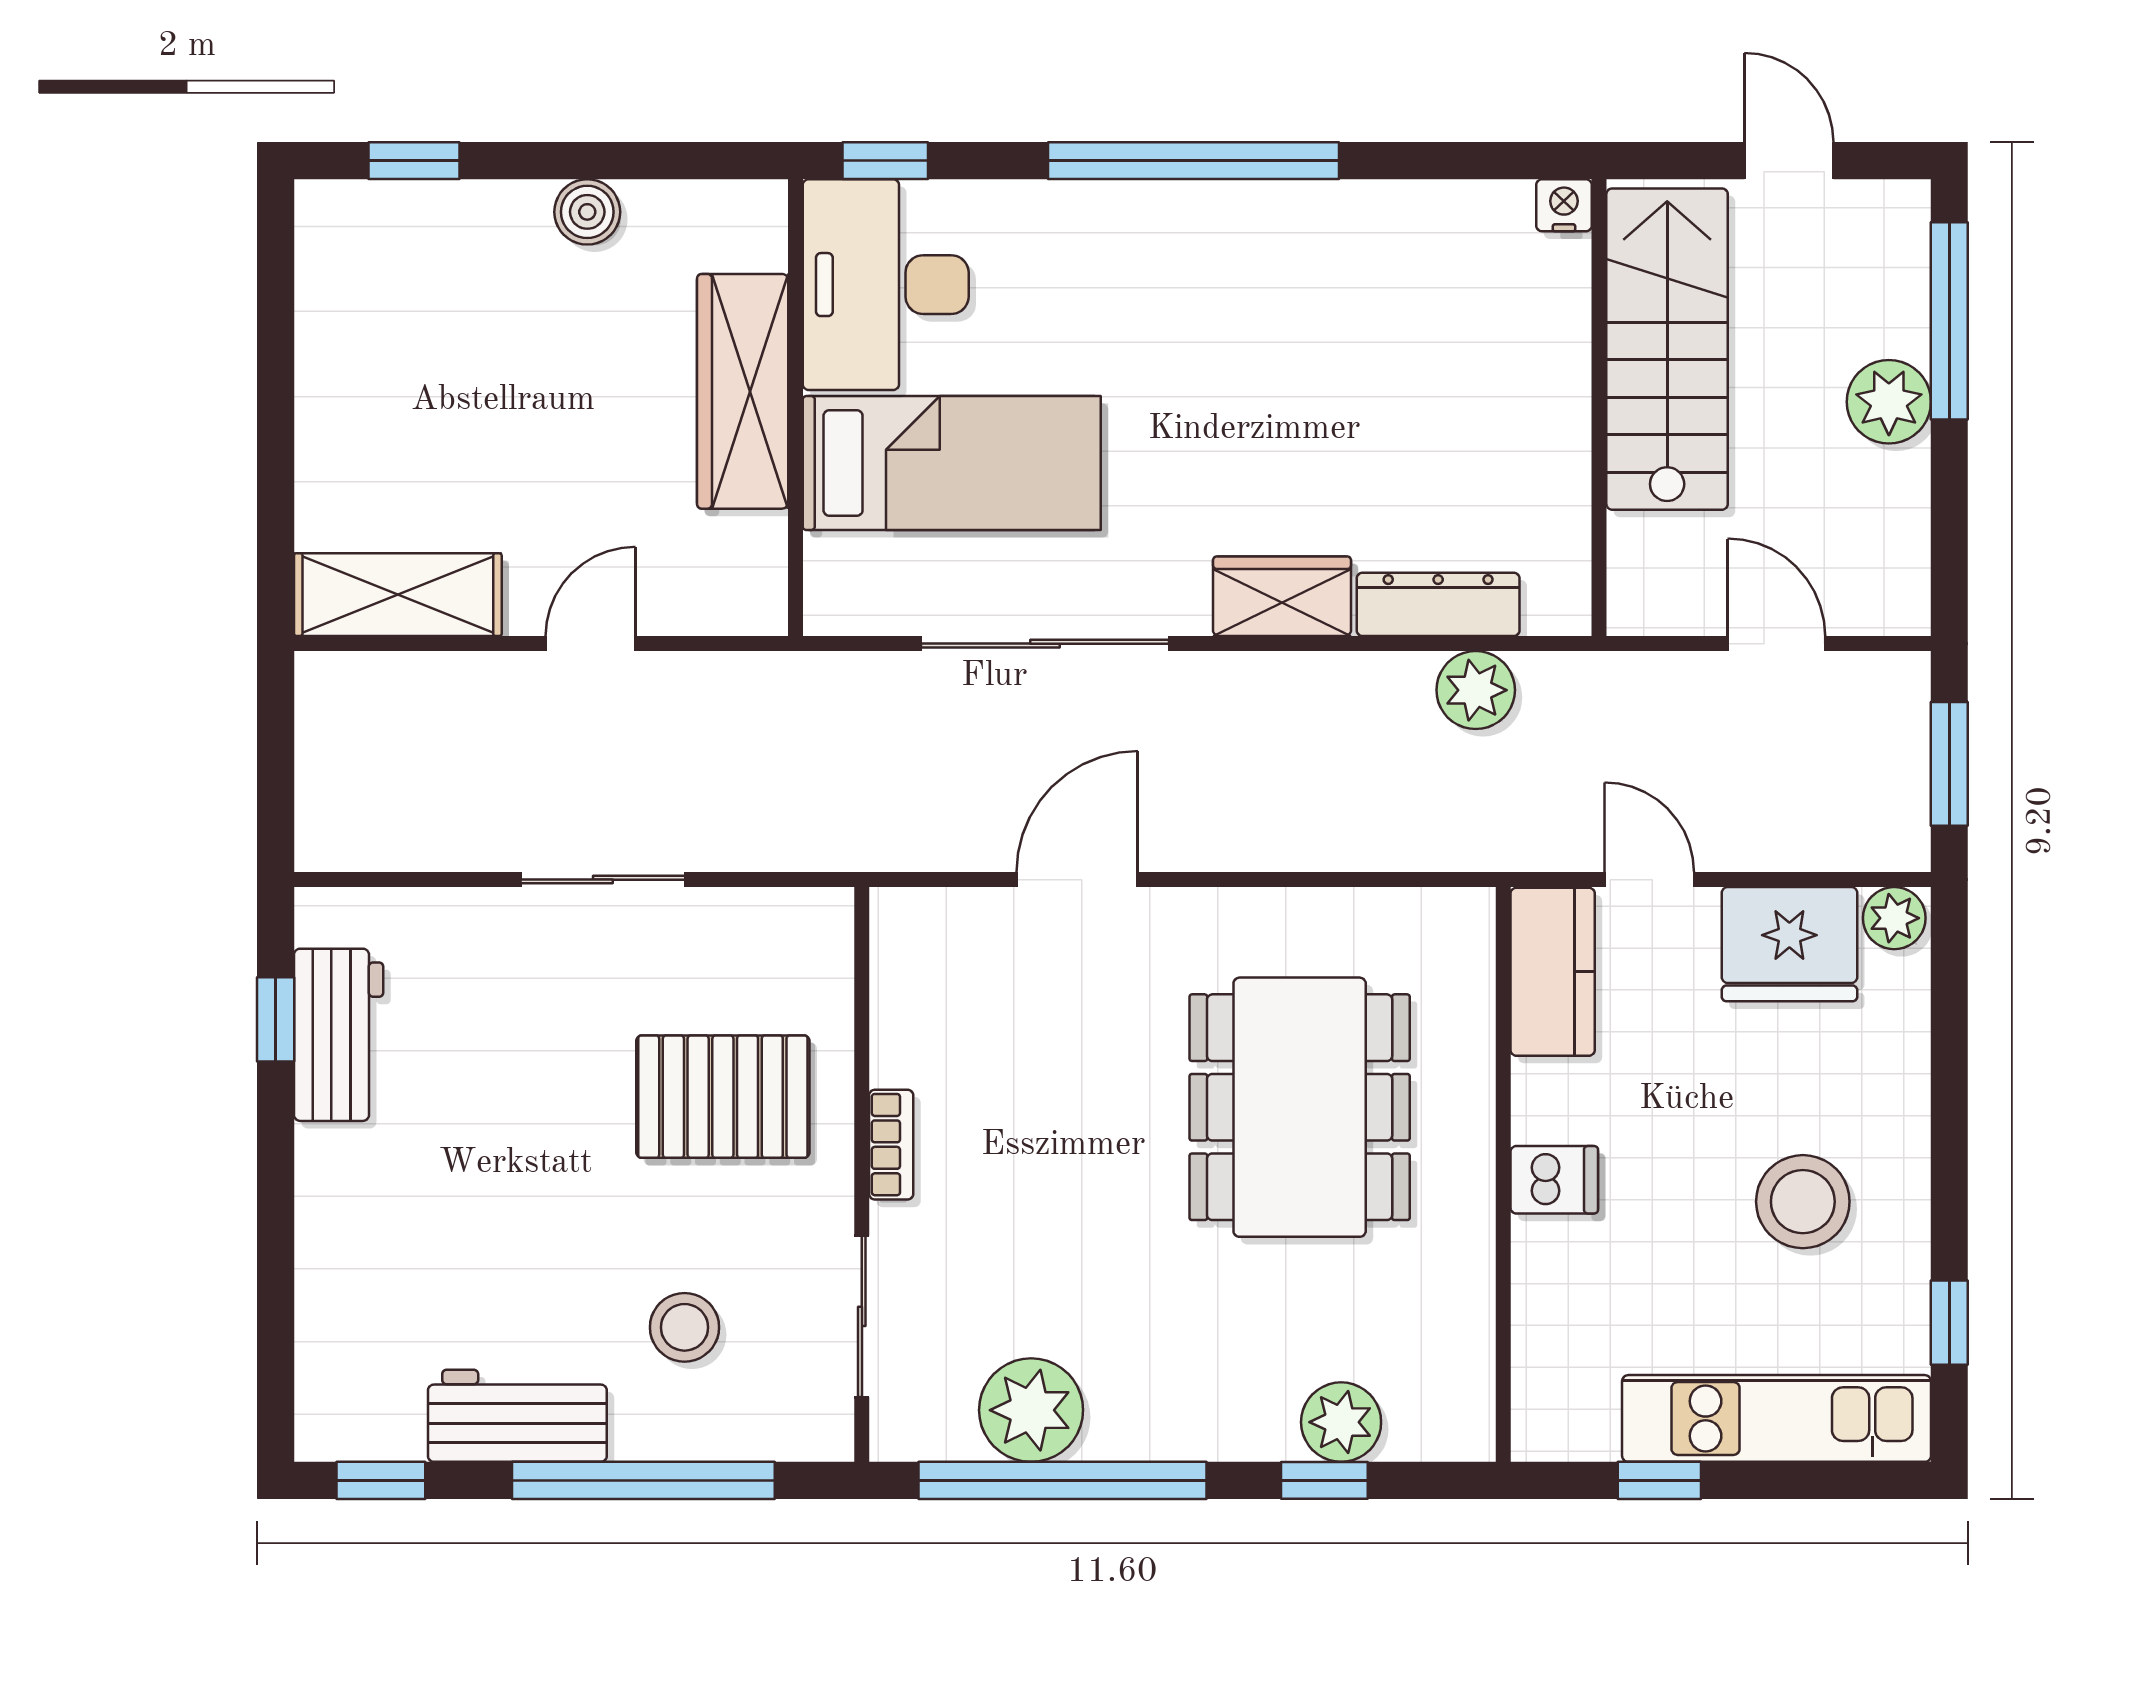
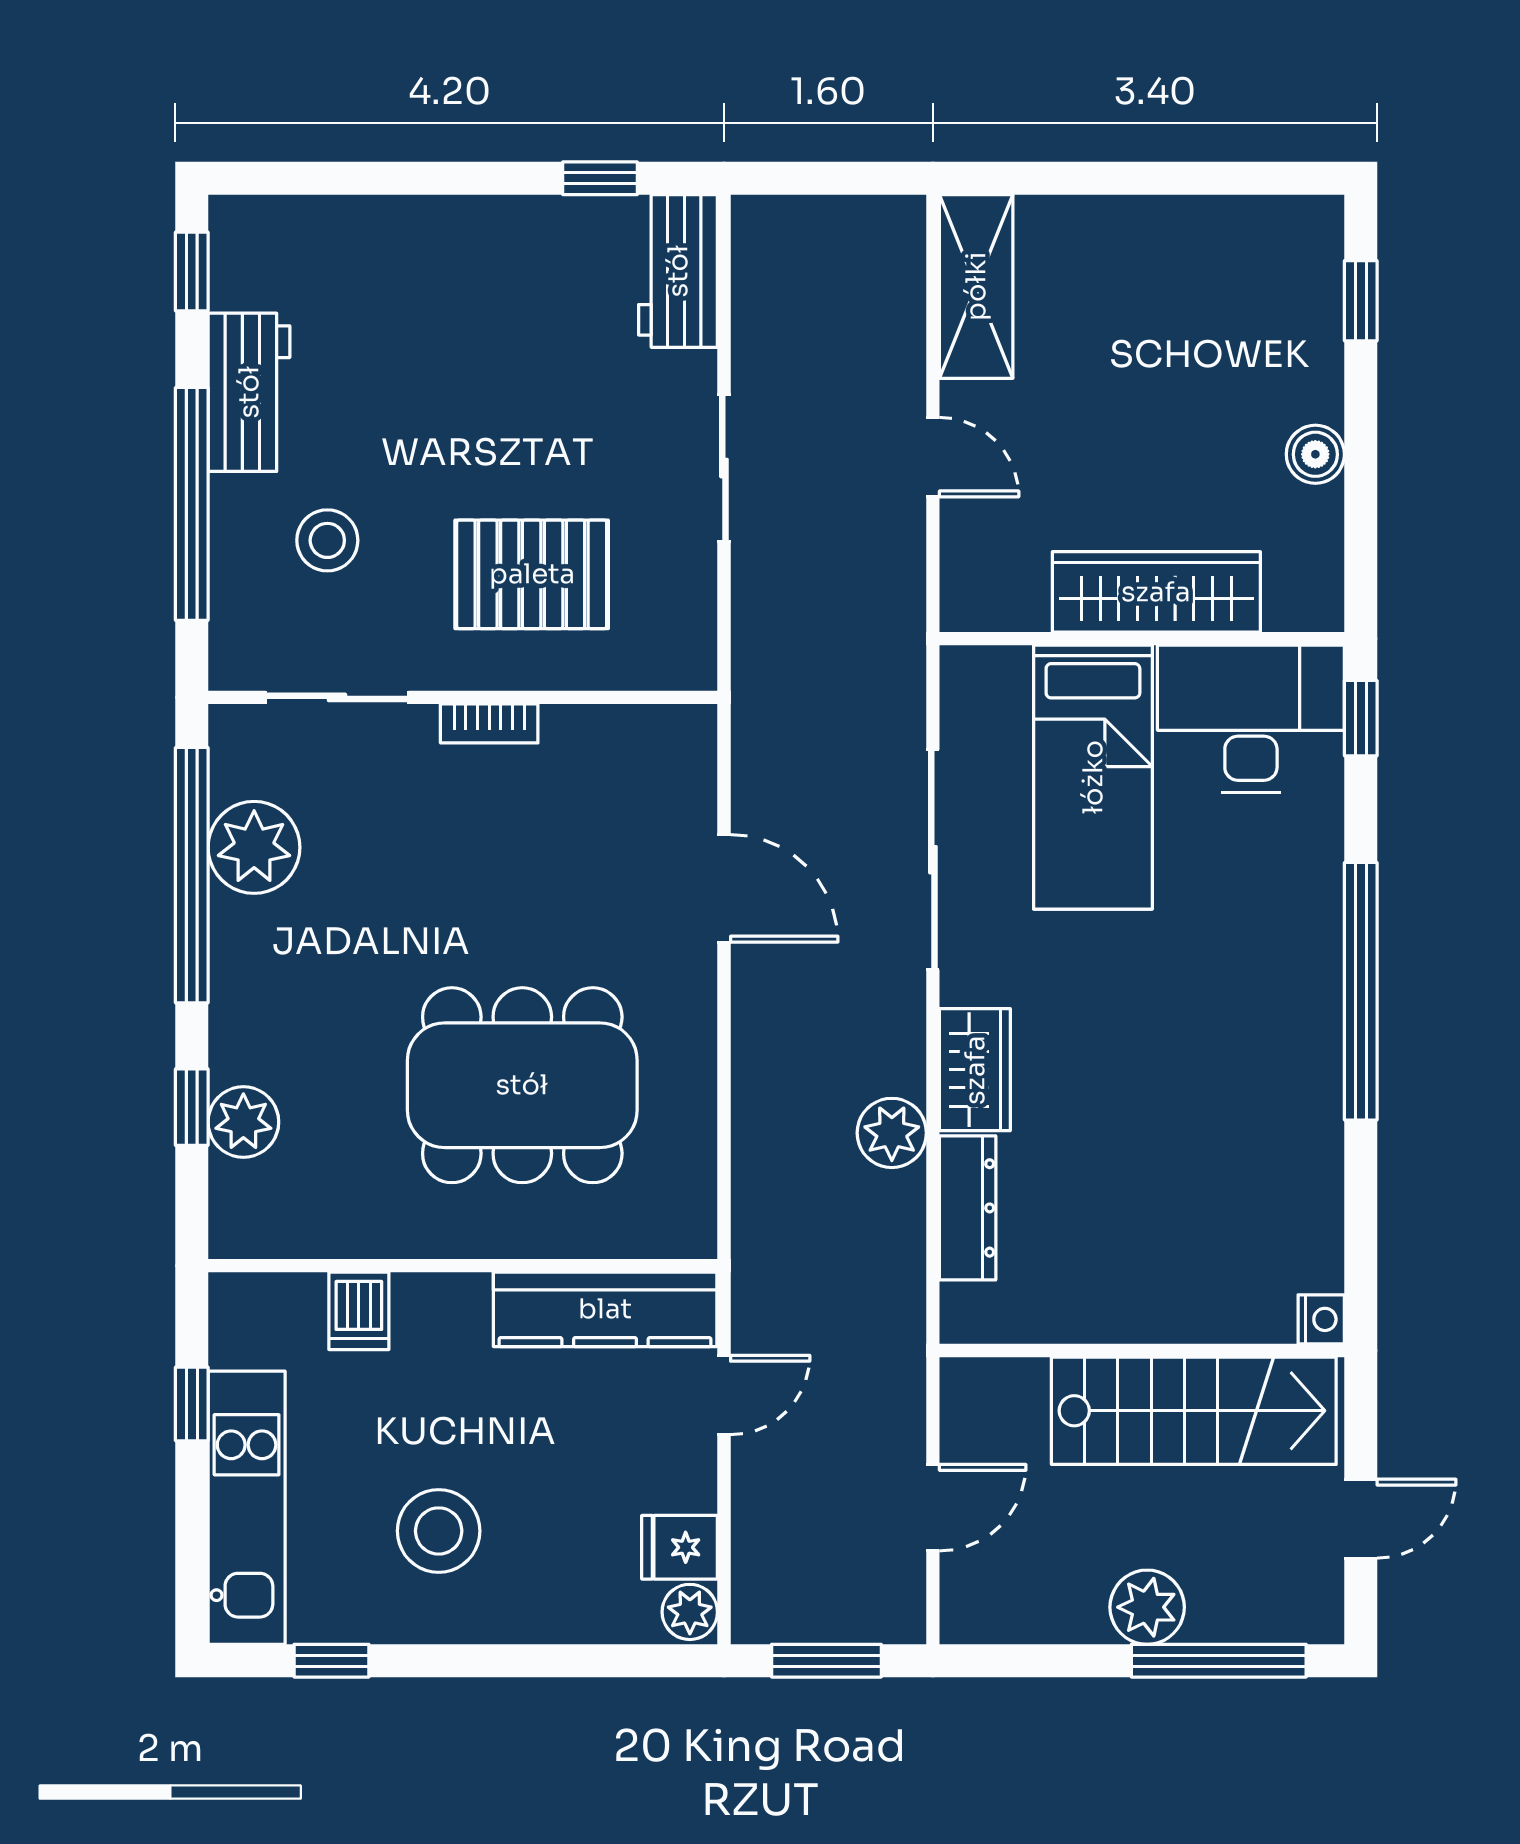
plant: (1476, 690) -> (892, 1133), moved
fridge: (1789, 944) -> (680, 1547), width x0.53, depth x0.75
kitchen counter: (1553, 972) -> (605, 1309), width x1.50
workbench: (339, 1035) -> (678, 271), moved, turned 90
pallet: (723, 1097) -> (532, 574), turned 90
dishwasher: (1554, 1180) -> (359, 1311), moved

